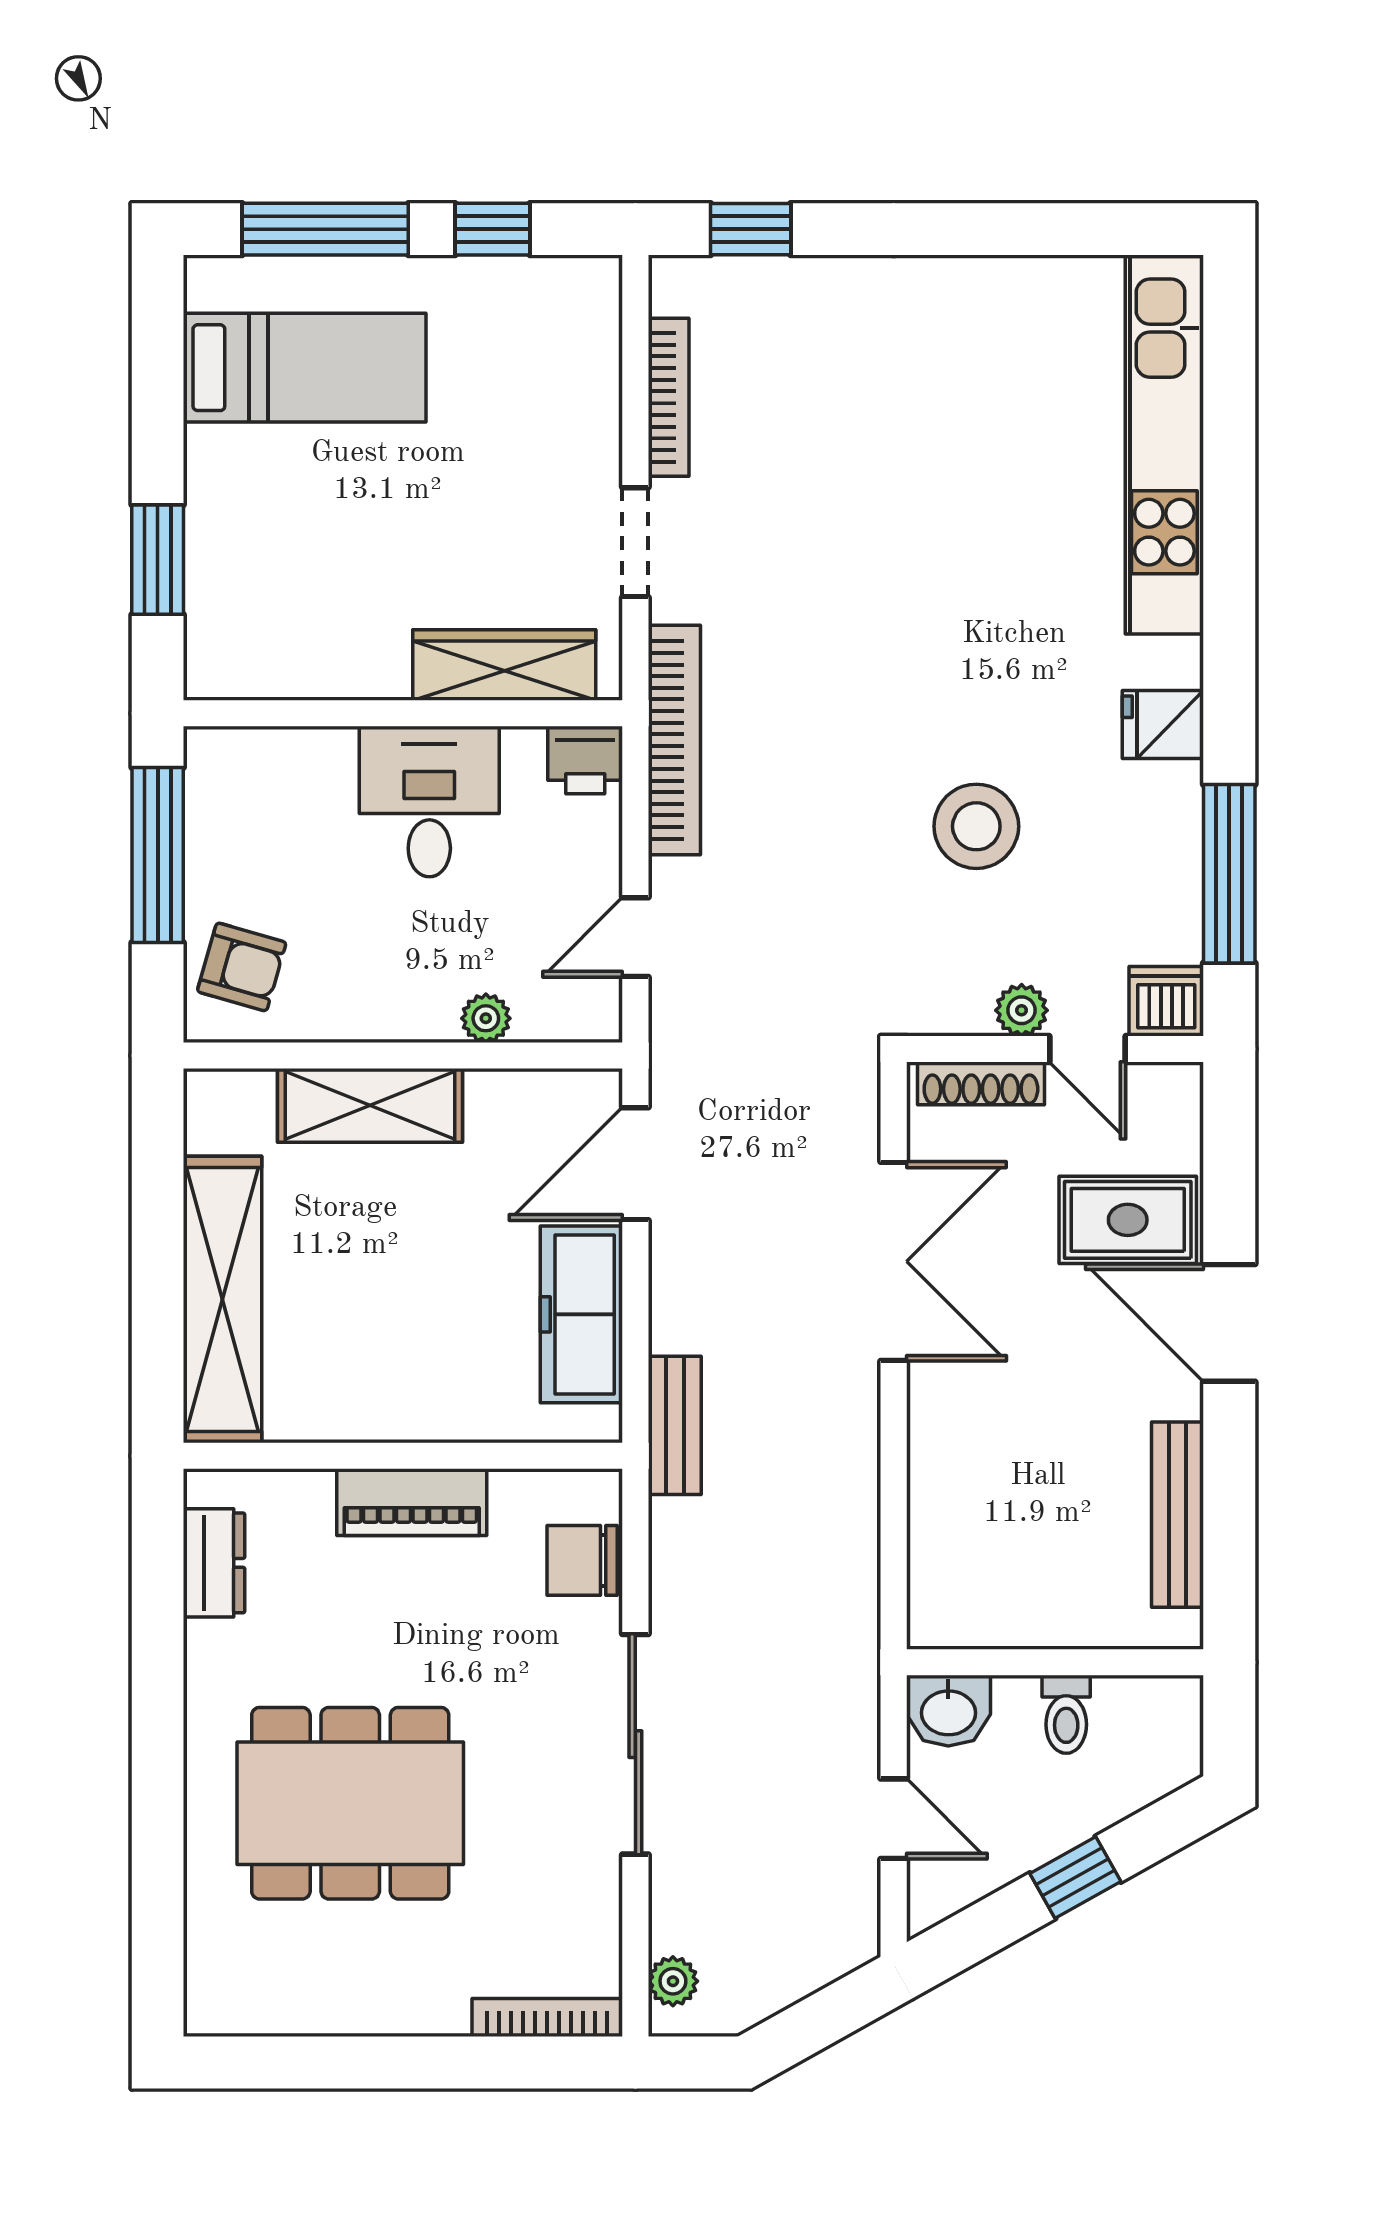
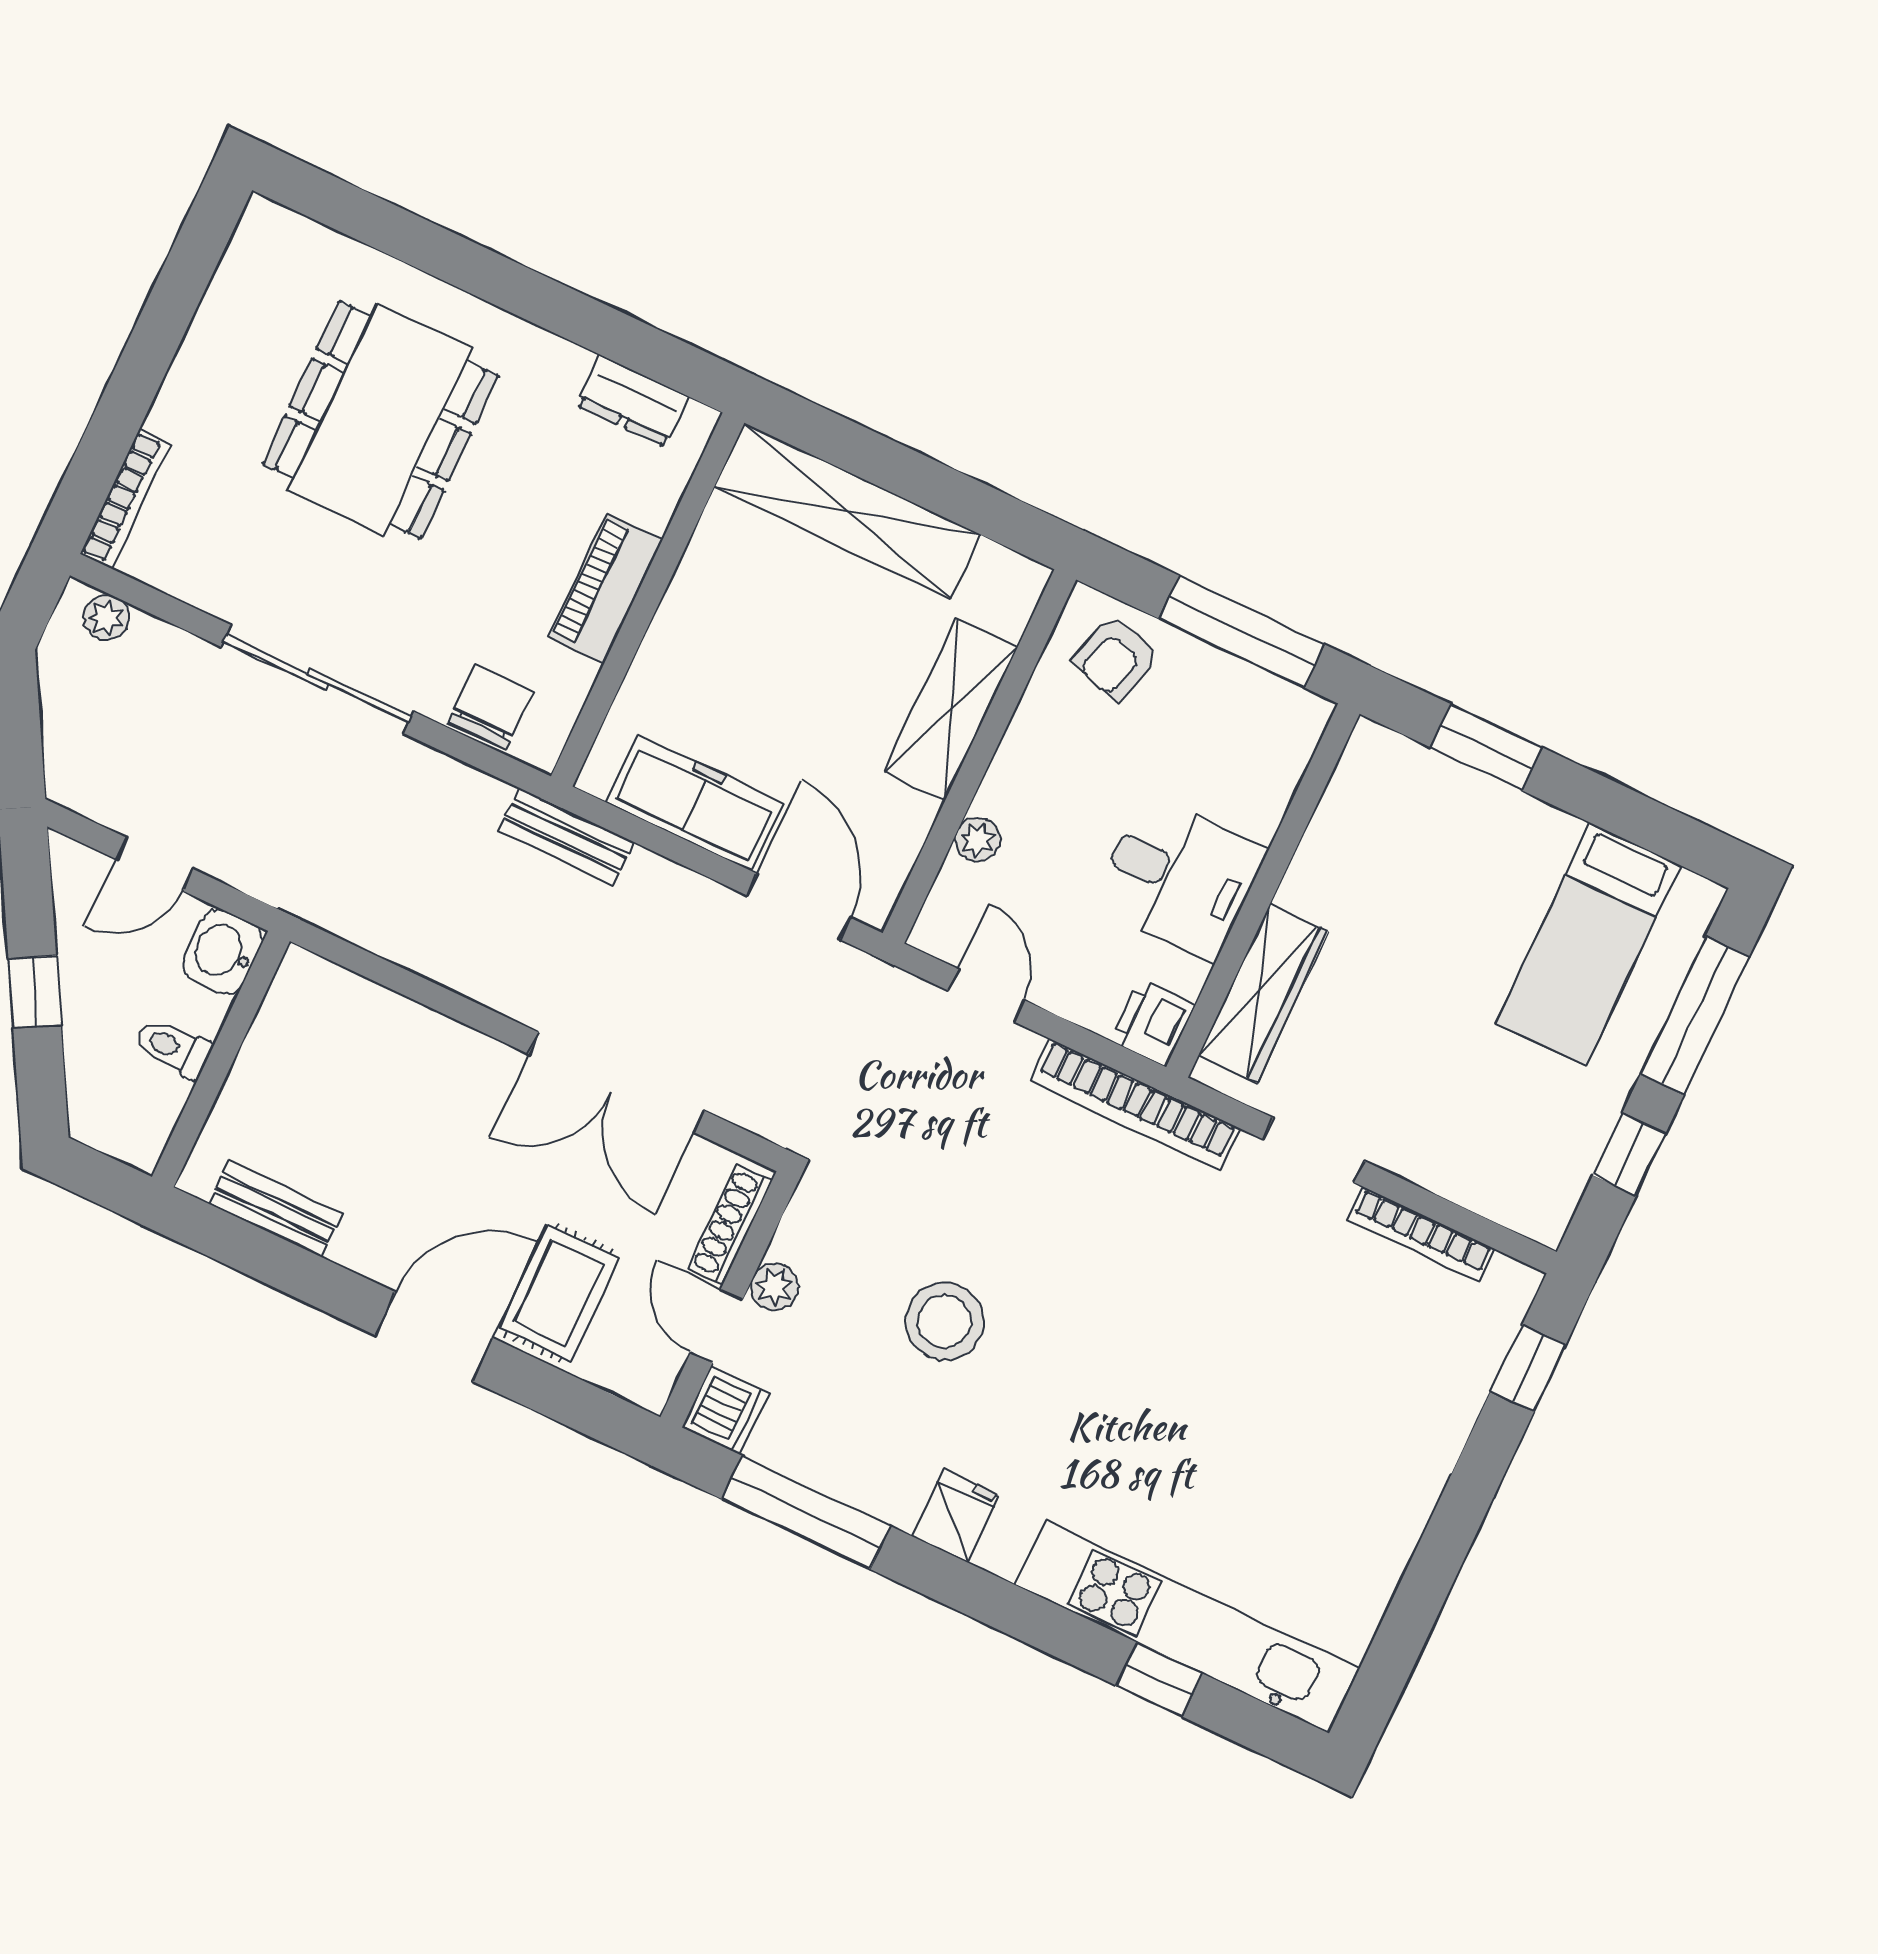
window: (1229, 447) -> (1160, 1680), added
door: (1087, 1049) -> (717, 1326), hinge flipped
bench: (1178, 1515) -> (275, 1209), width x0.73

